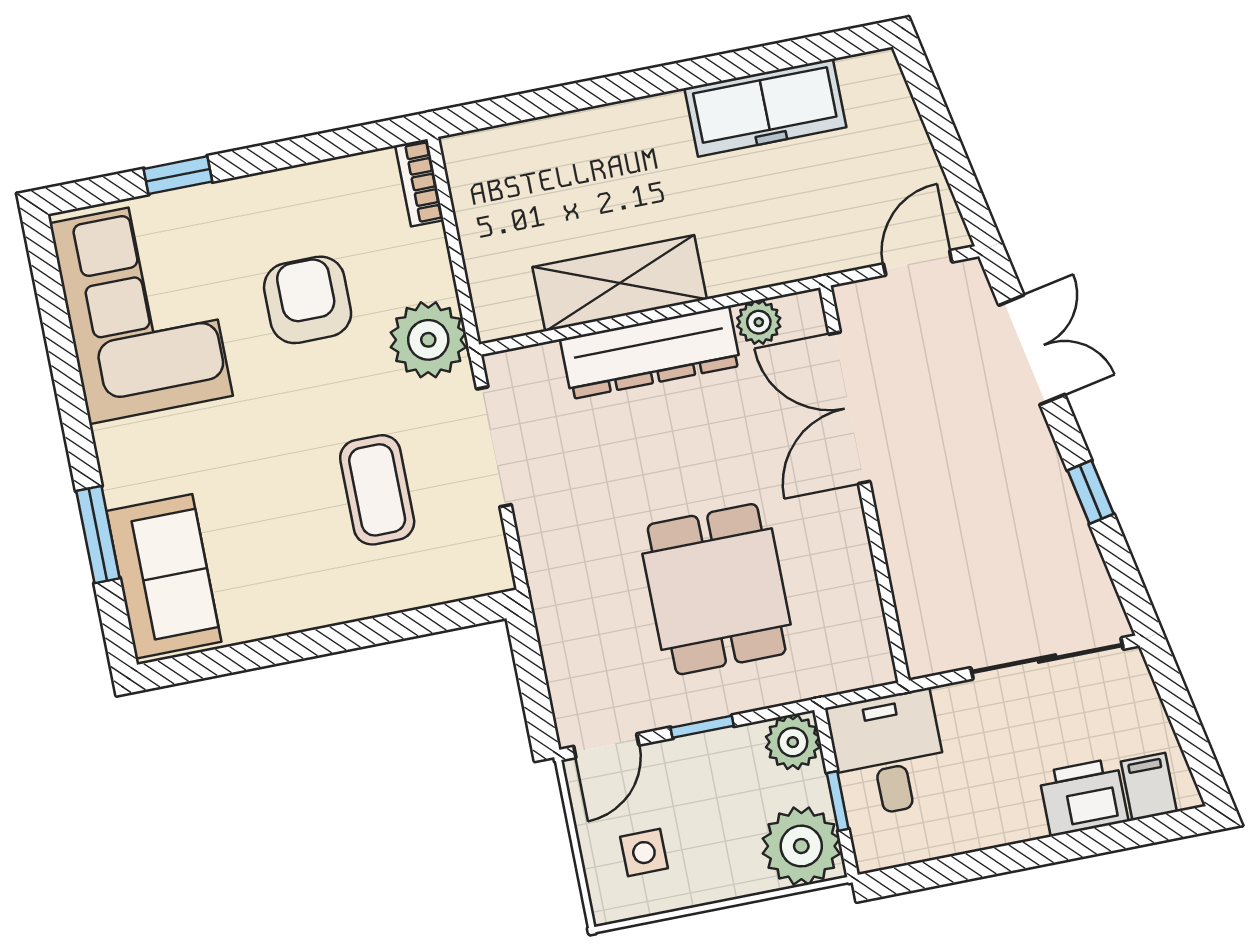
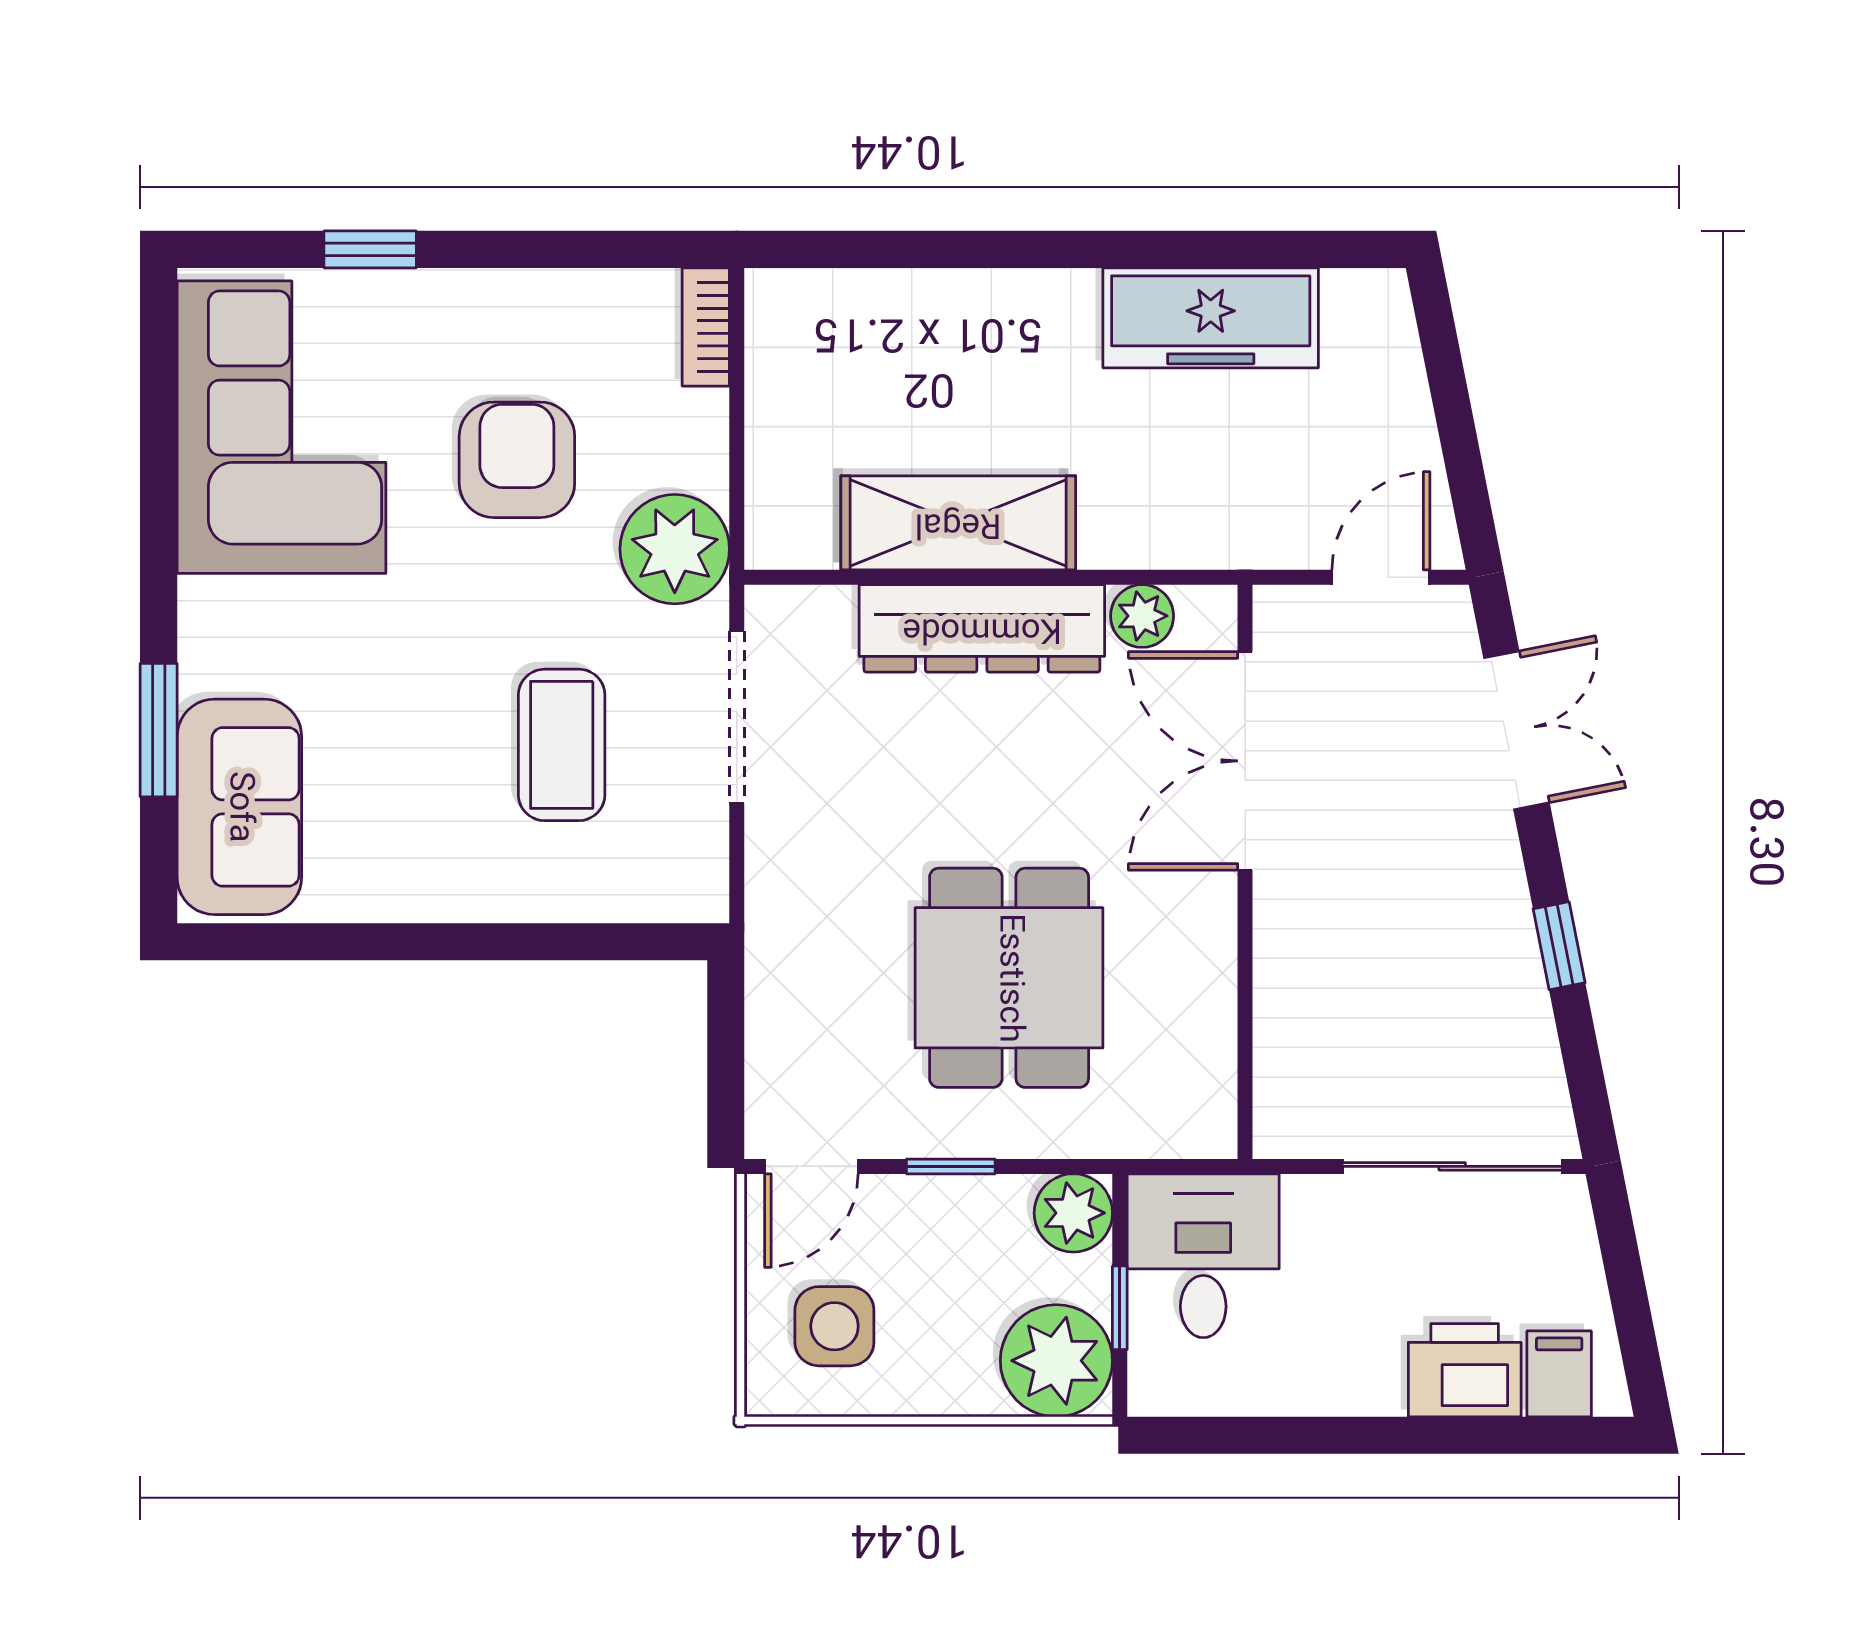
side table: (644, 853) -> (834, 1326), width x1.37, depth x1.37

